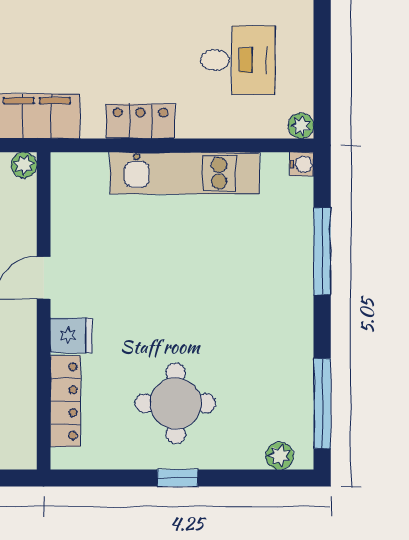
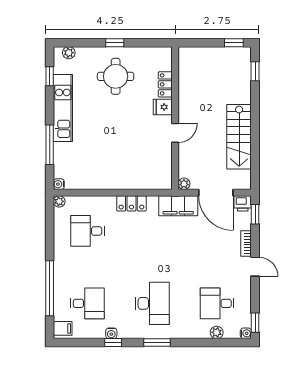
kitchen unit: (185, 173) -> (63, 108), moved, turned 90
locker: (65, 401) -> (165, 84), width x0.66
window: (322, 403) -> (50, 76), width x0.46

